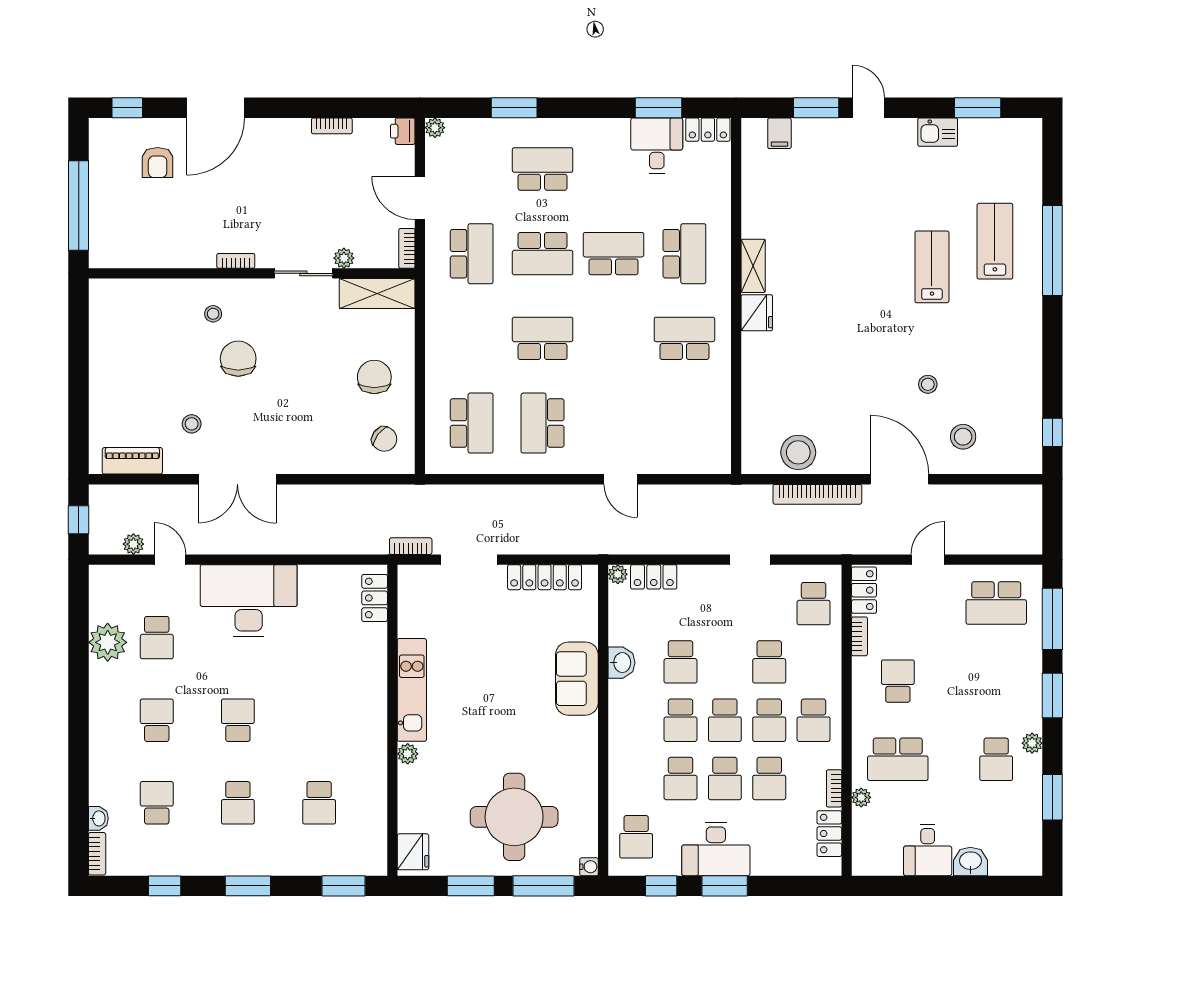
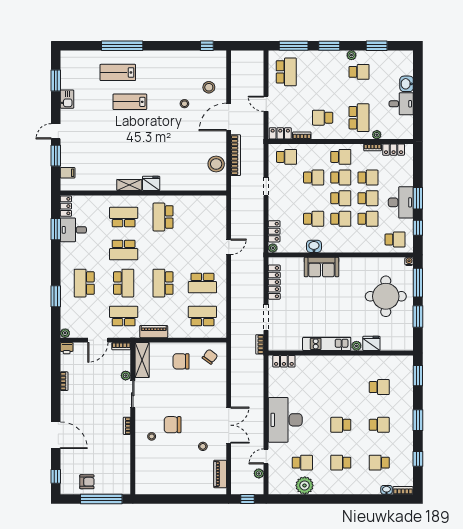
armchair: (158, 163) -> (87, 482), moved
school desk: (613, 254) -> (124, 250), turned -90
piano: (438, 318) -> (154, 332), added
fridge: (413, 852) -> (371, 343), moved

